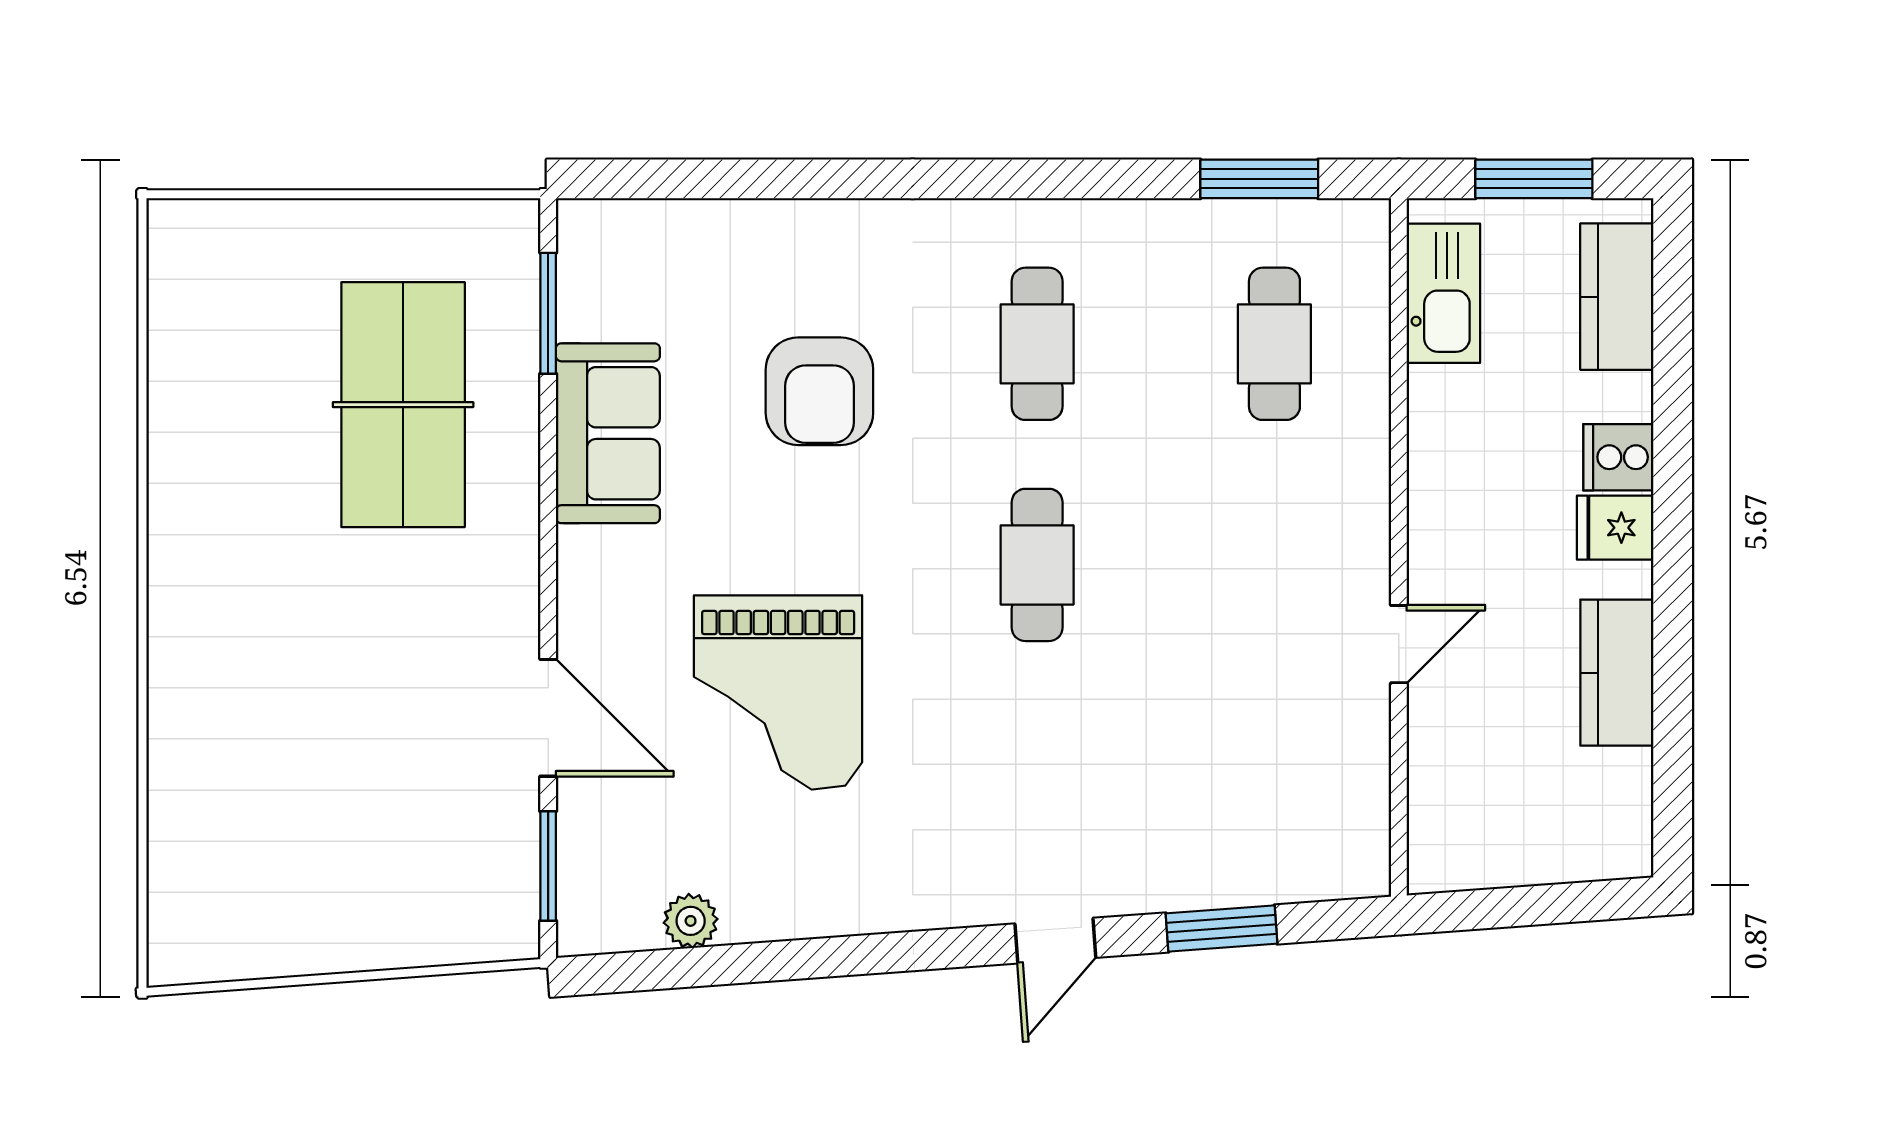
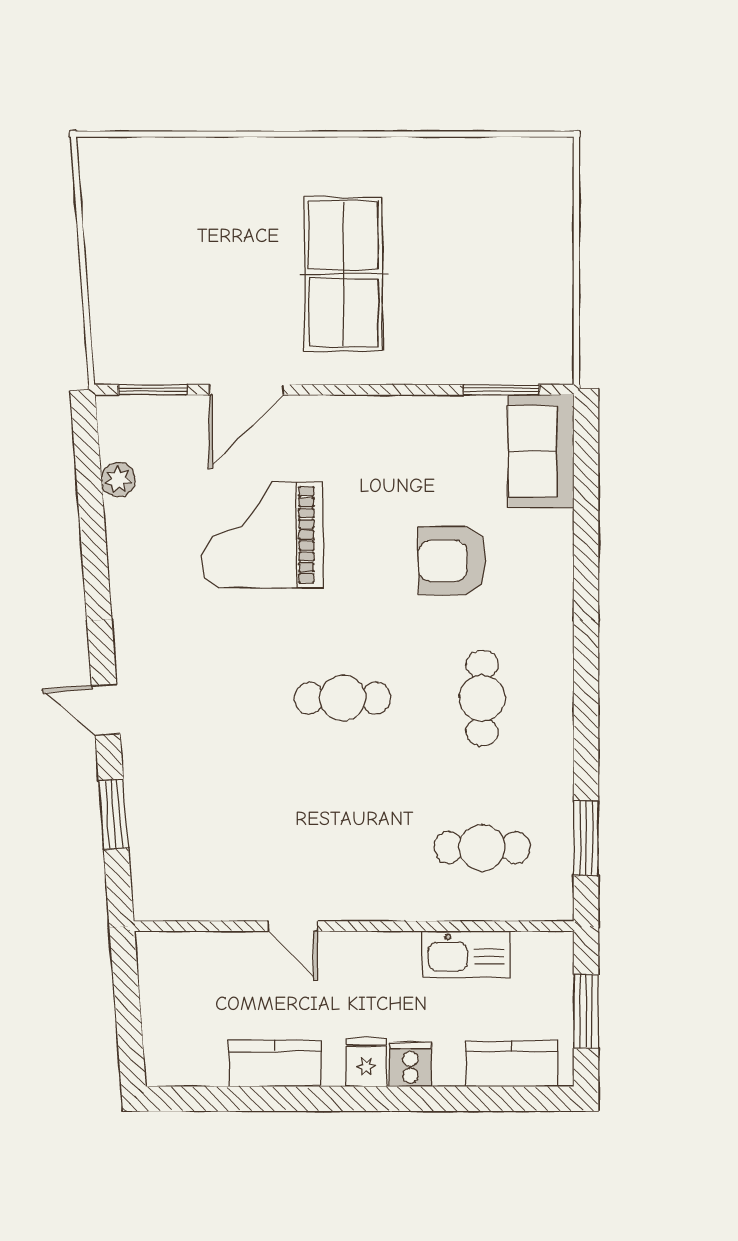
kitchen sink: (1443, 293) -> (466, 954), moved
cafe table: (1037, 344) -> (482, 698), turned 90
table tennis table: (403, 405) -> (344, 274), moved, turned 90
sofa: (608, 433) -> (541, 451), moved, turned 90

